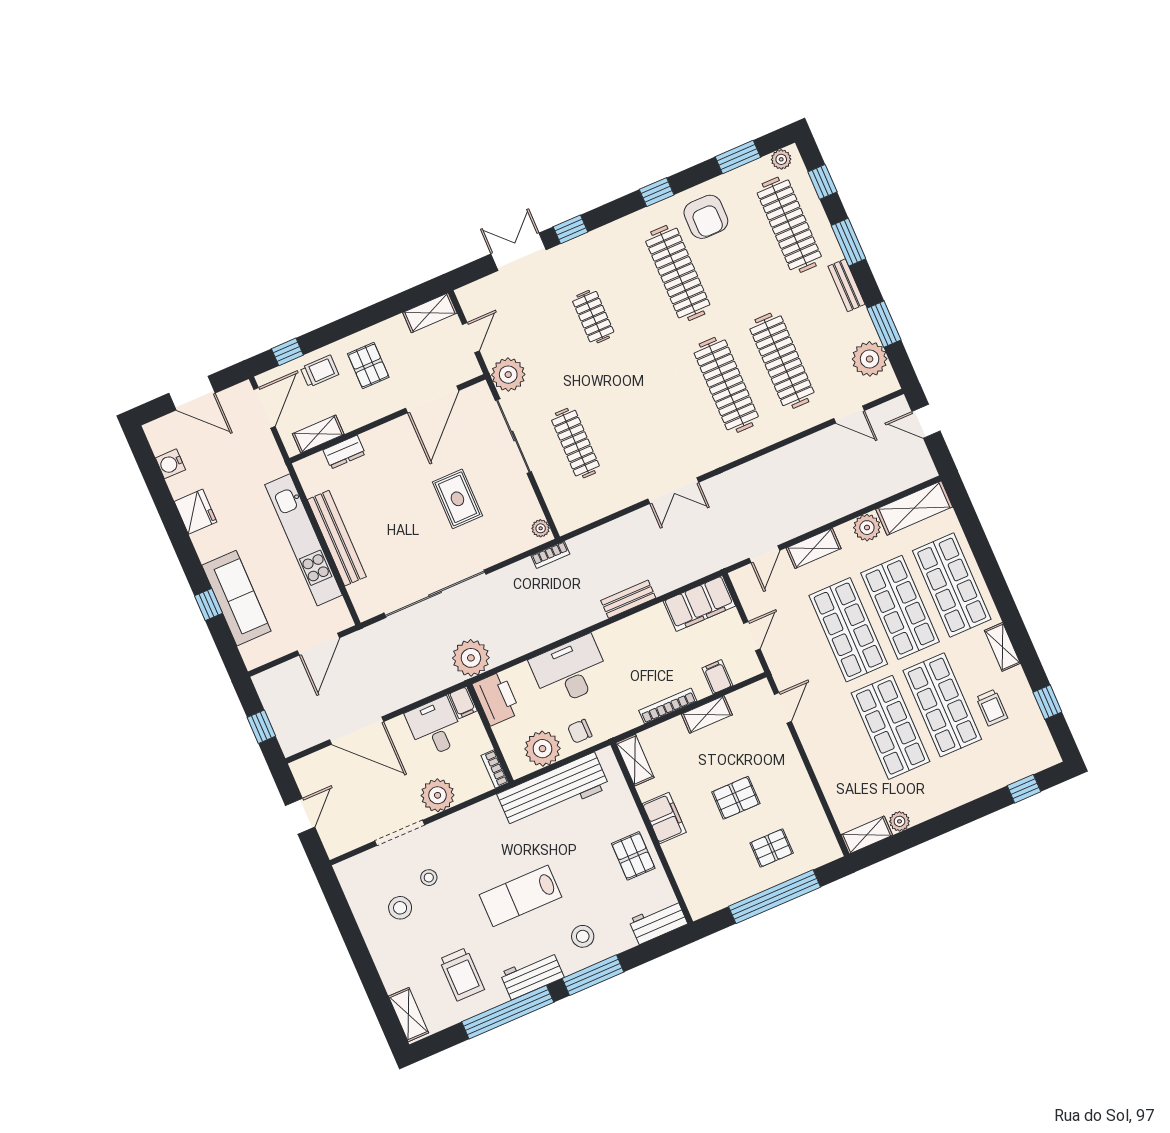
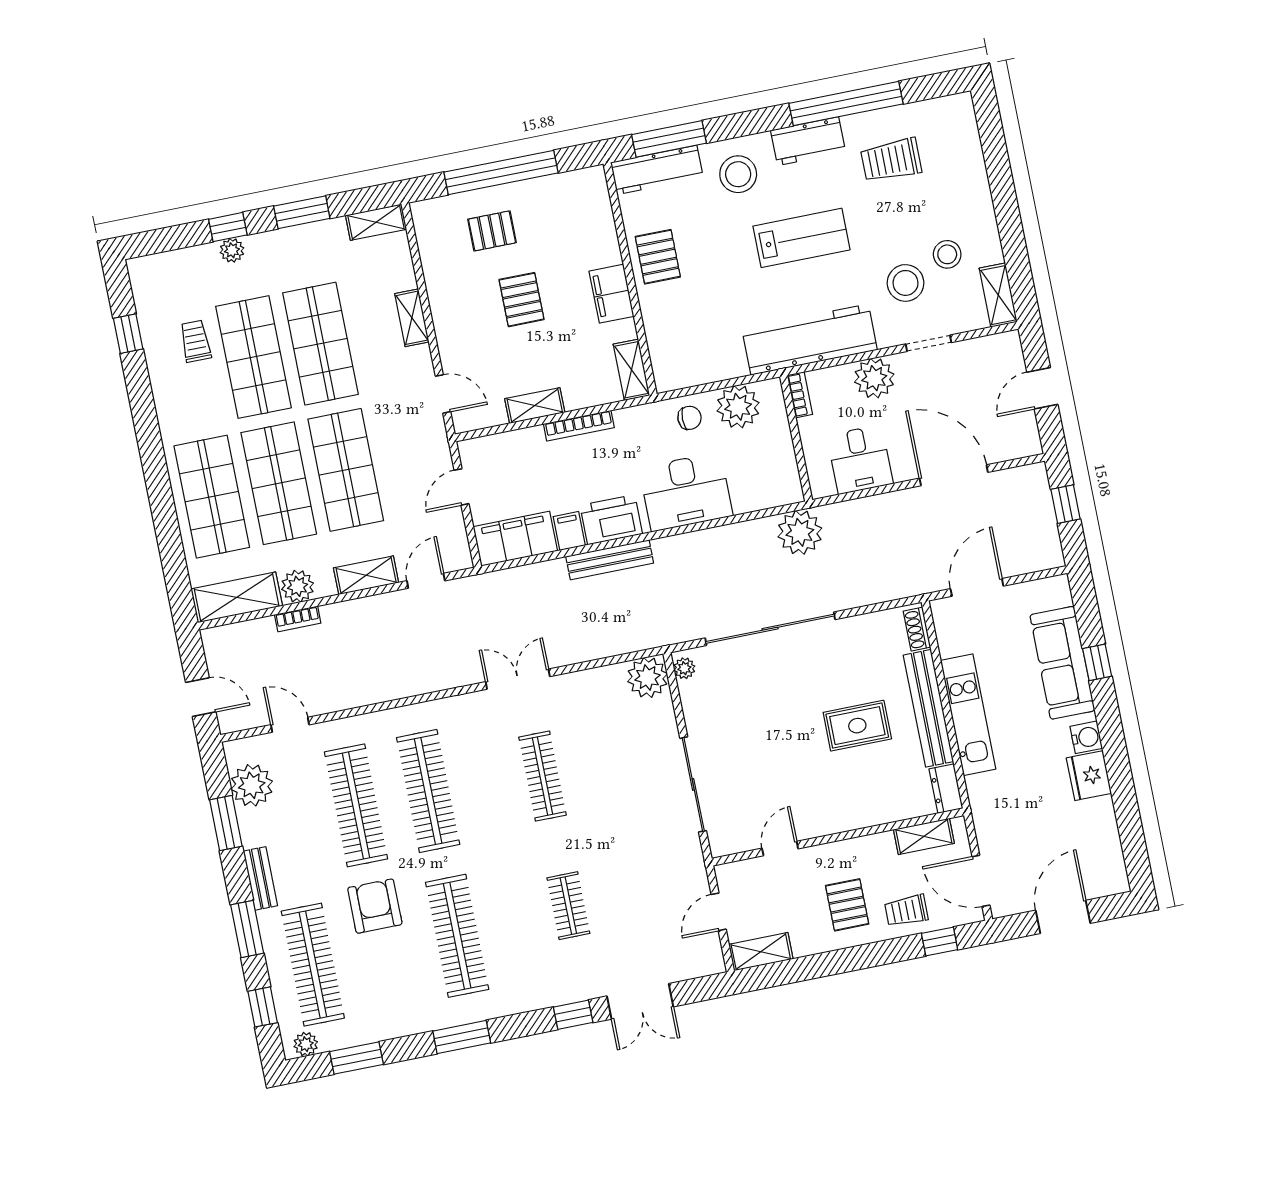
window: (657, 192) -> (462, 1037), width x1.50
armchair: (706, 217) -> (375, 906), moved
plant: (508, 375) -> (648, 678), moved
door: (192, 393) -> (1063, 917), hinge flipped
door: (432, 399) -> (780, 848), width x0.53
door: (264, 408) -> (981, 881), hinge flipped
clothes rail: (575, 443) -> (542, 776), moved
dresser: (344, 452) -> (946, 789), moved, turned -90
water cooler: (170, 464) -> (1086, 737), moved
rug: (457, 499) -> (857, 726), moved, turned 90
kitchen unit: (304, 540) -> (968, 715), width x0.73
bookcase: (550, 555) -> (298, 619), moved, turned 180
sliding door: (435, 594) -> (770, 629), moved
bench: (628, 599) -> (610, 560), width x1.36
shoe rack: (360, 600) -> (917, 629), added
shelving: (1002, 647) -> (412, 318), moved
filing cabinet: (717, 677) -> (569, 531), moved, turned 180
printer: (496, 698) -> (611, 520), moved, turned 90
filing cabinet: (463, 702) -> (821, 482), removed
door: (783, 708) -> (443, 394), swing flipped
window: (1024, 789) -> (228, 227), moved
workbench: (553, 791) -> (810, 340), moved
pallet: (736, 798) -> (522, 300), turned 90
plant: (900, 821) -> (232, 250), moved
window: (928, 830) -> (302, 212), added
doorway: (400, 833) -> (929, 343), width x0.73
stool: (429, 878) -> (906, 283), width x1.89, depth x1.89
workbench: (658, 922) -> (657, 170), width x1.37
stool: (583, 936) -> (738, 174), width x1.38, depth x1.38
trolley: (462, 974) -> (891, 160), turned -90
window: (593, 975) -> (669, 139), moved
shelving: (408, 1015) -> (998, 295), moved

